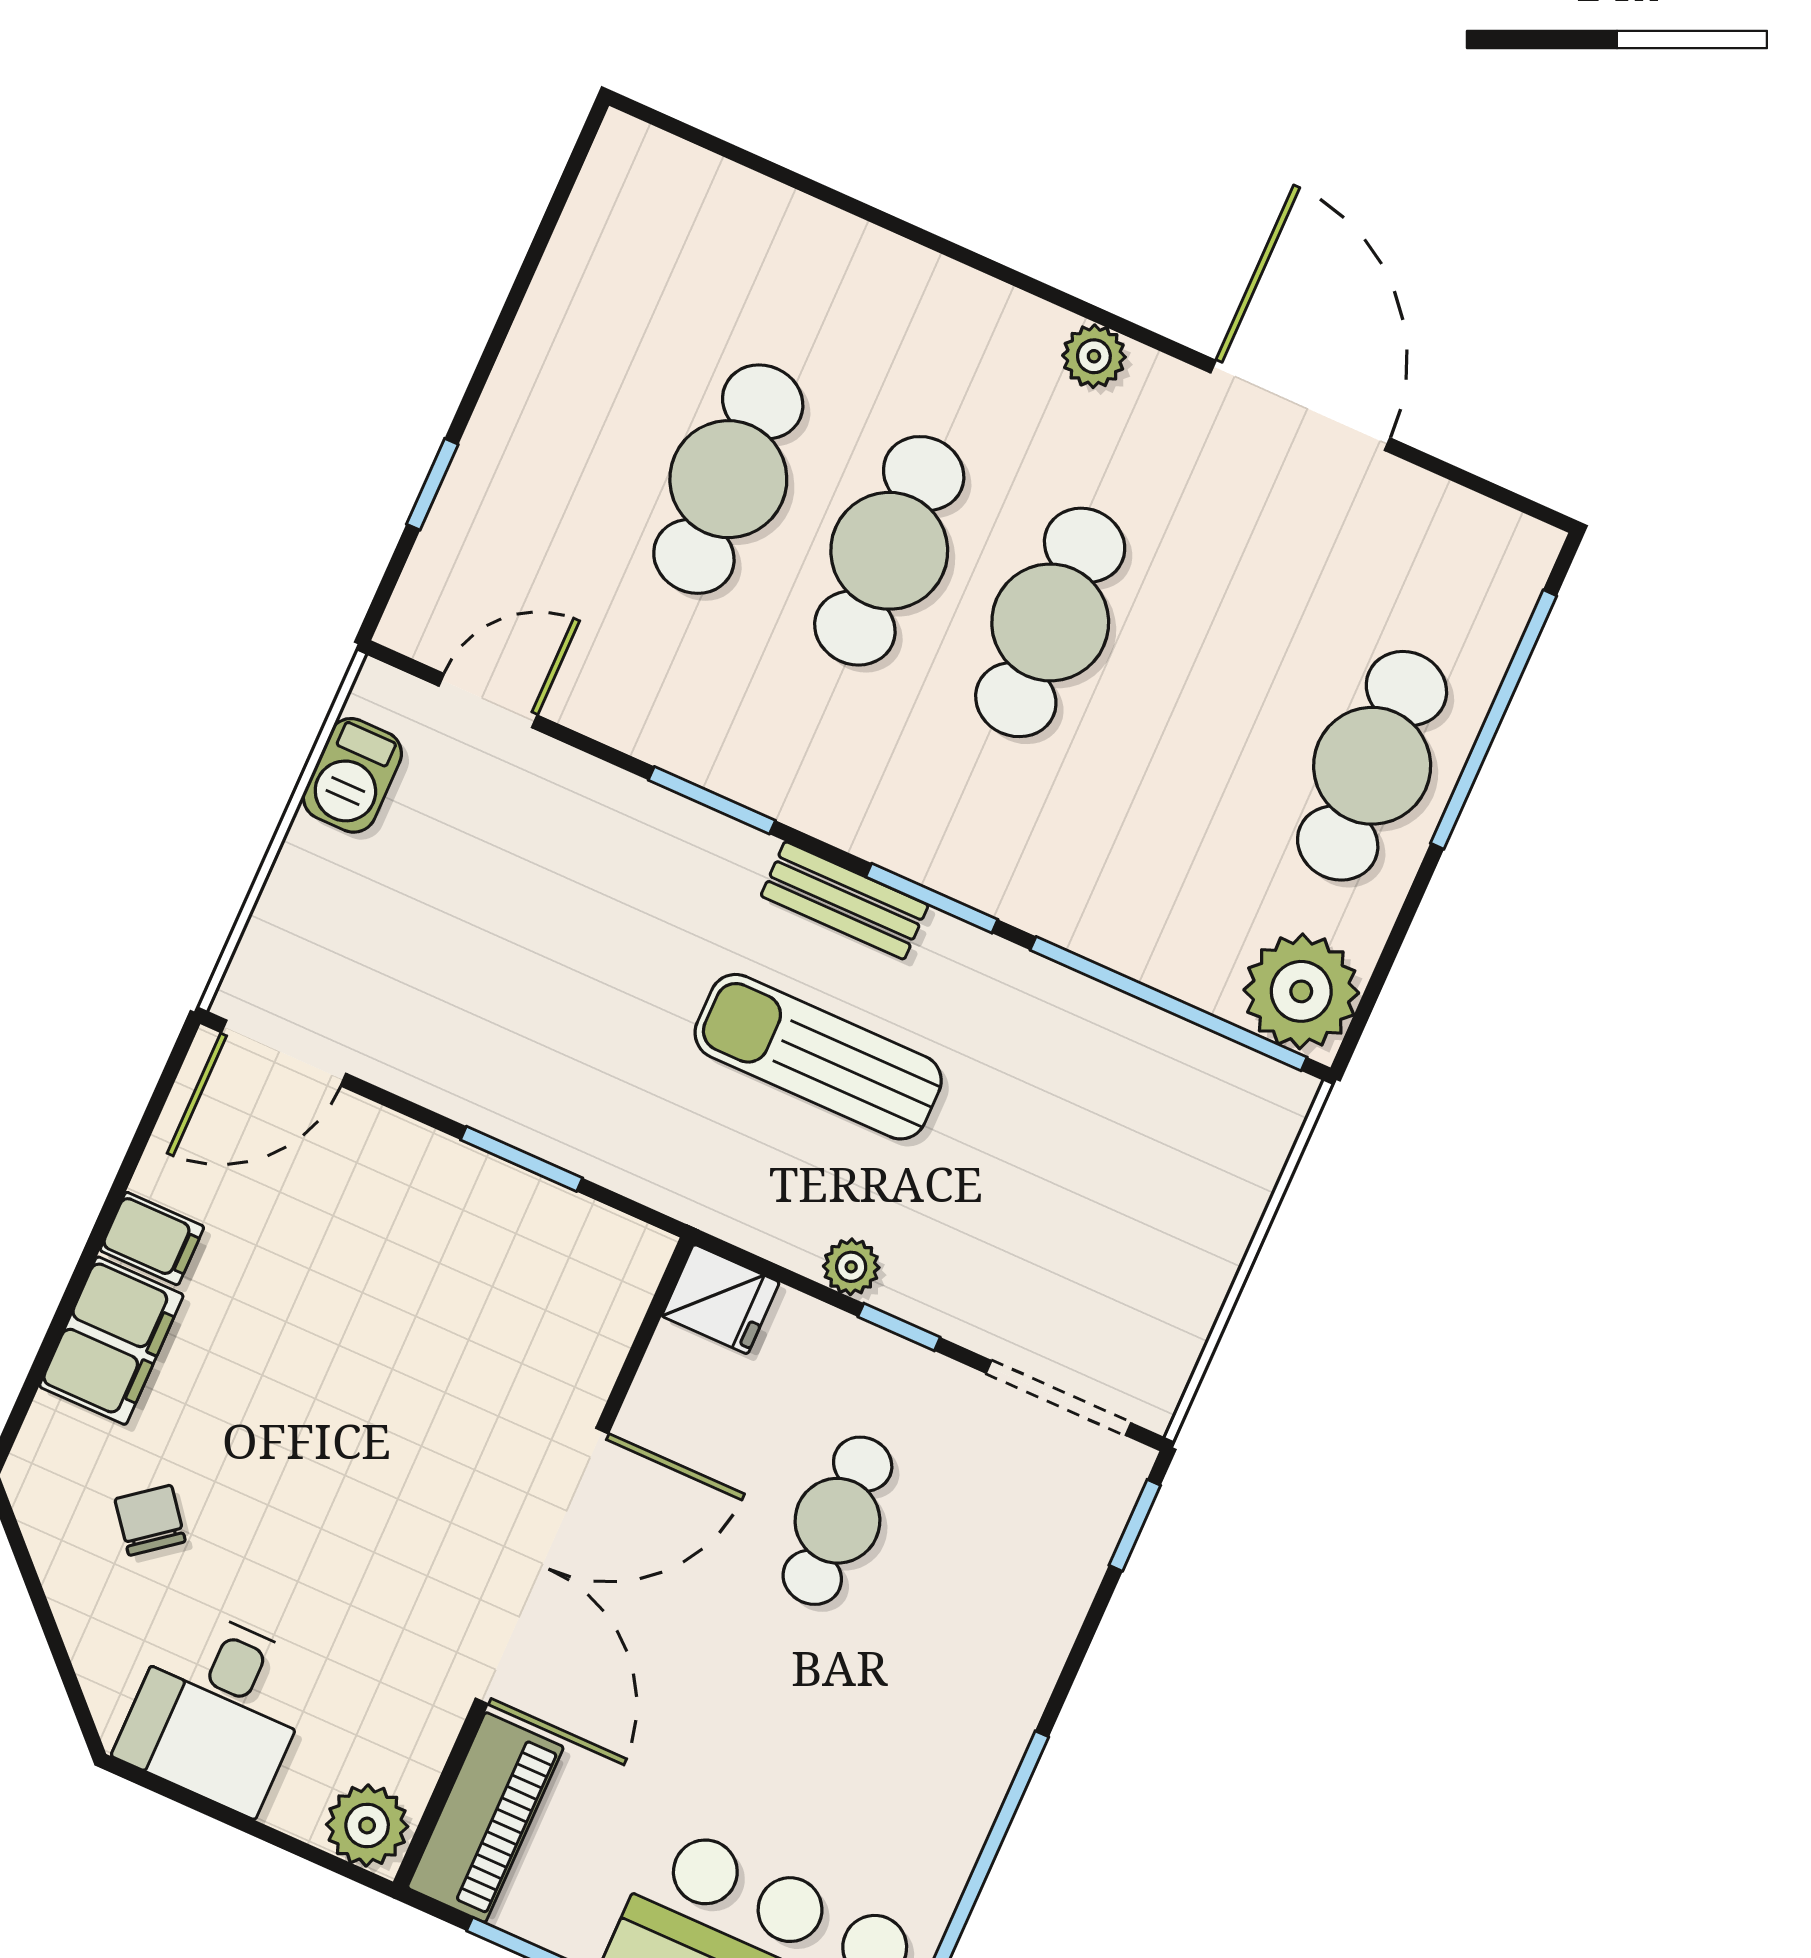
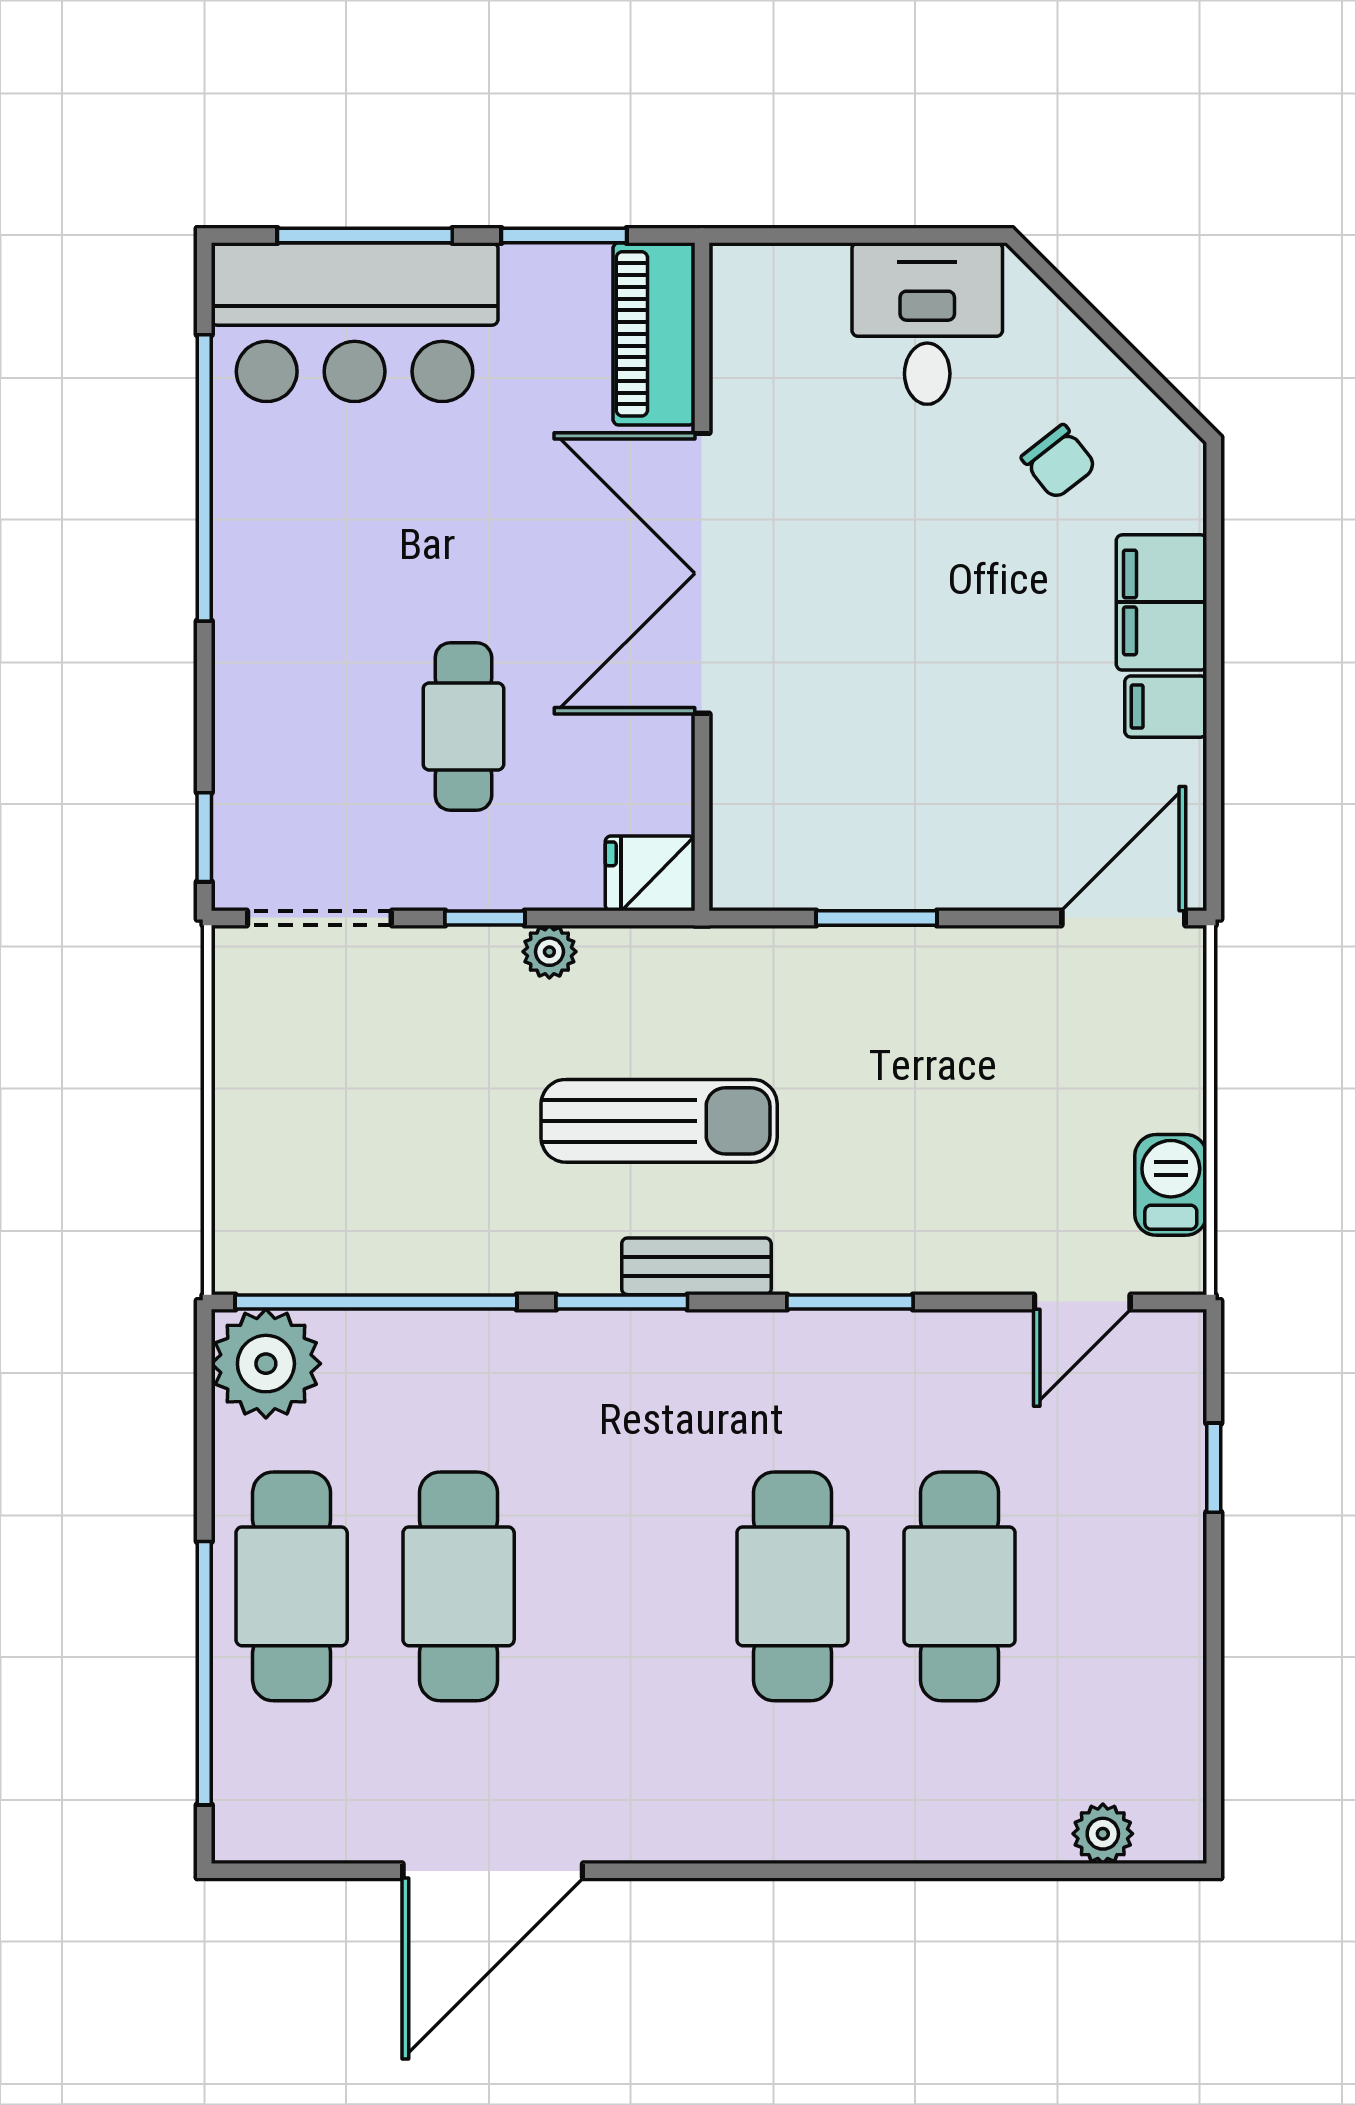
plant: (1094, 356) -> (1103, 1834), moved
door: (1300, 405) -> (493, 1871), hinge flipped
cafe table: (1050, 622) -> (459, 1586), moved
plant: (367, 1825) -> (753, 281), removed

